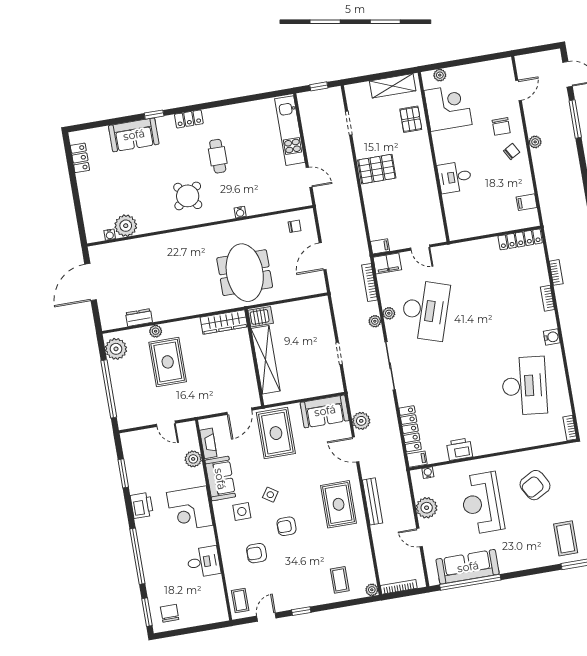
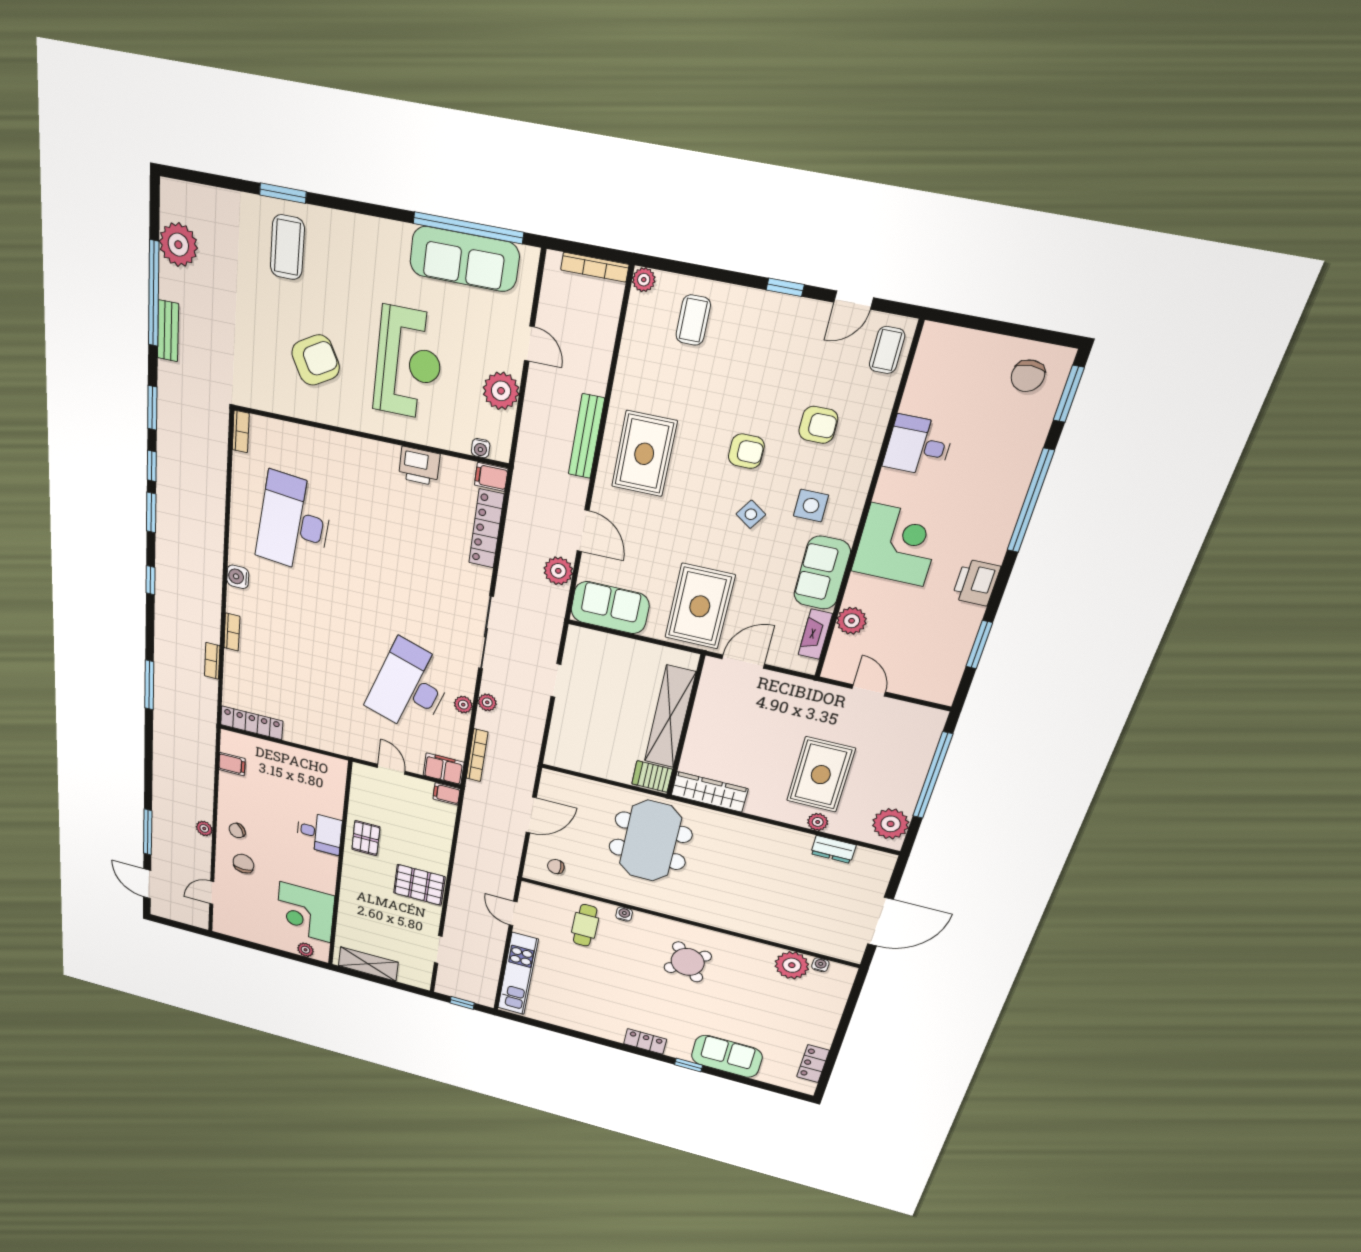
pallet: (411, 119) -> (366, 838), moved
cafe table: (218, 156) -> (585, 925), moved

